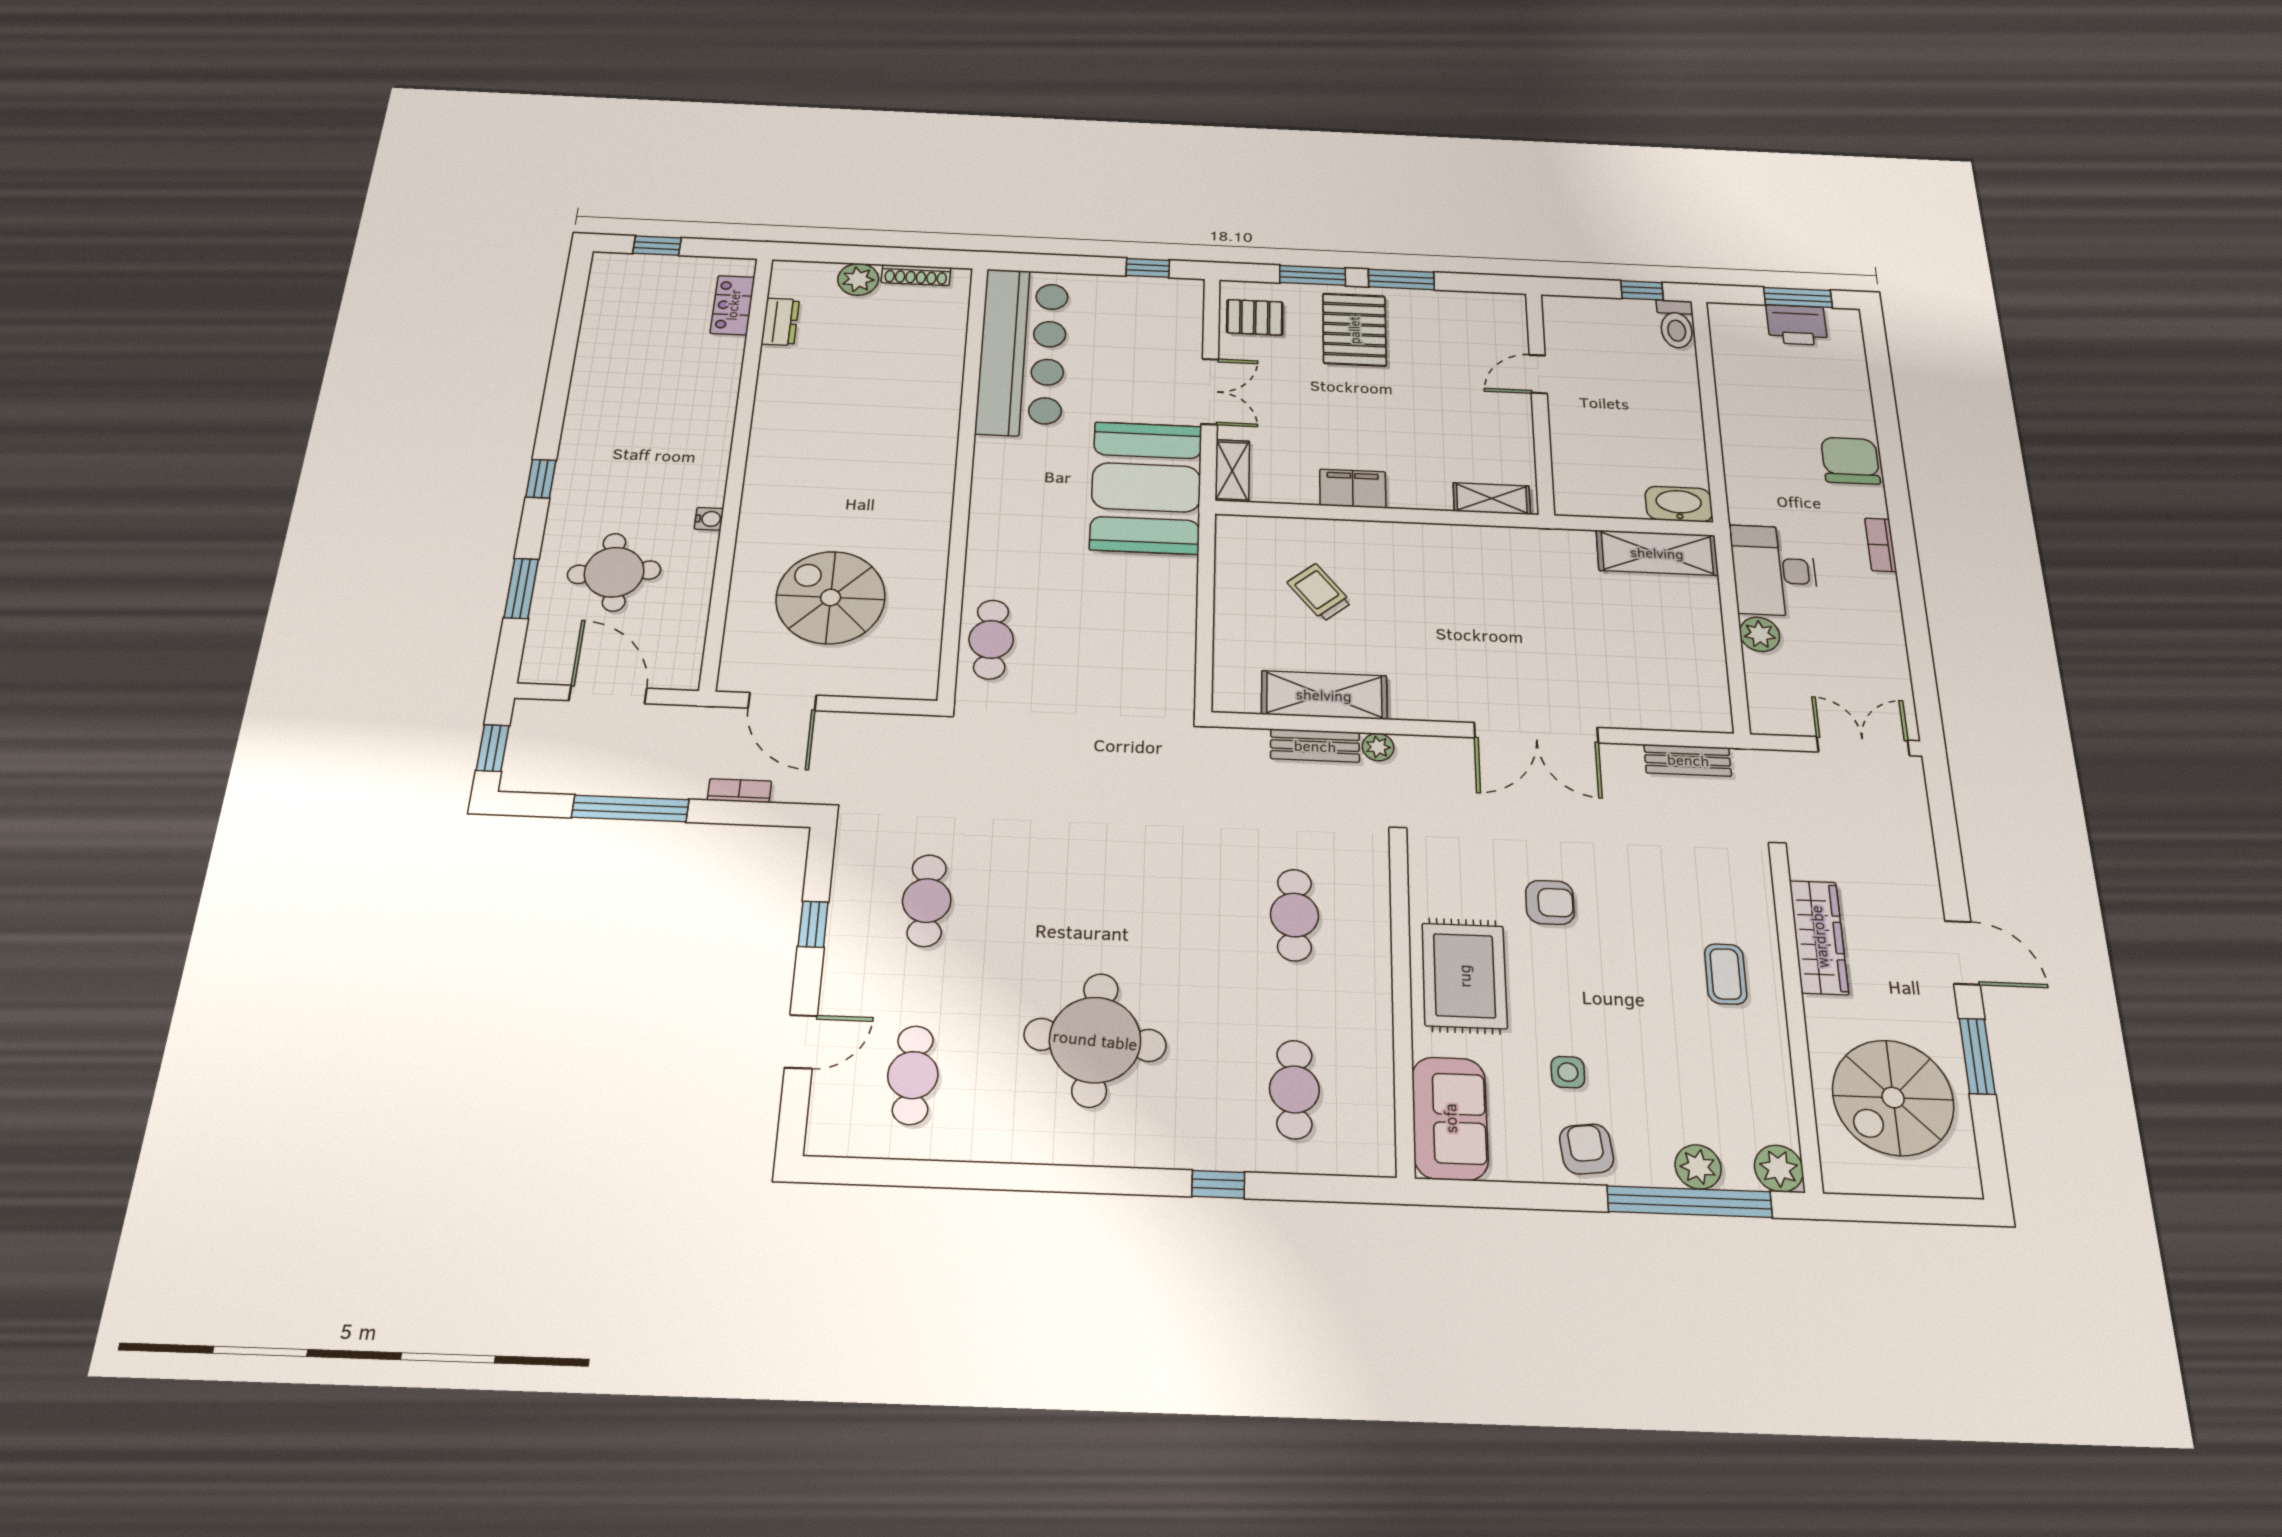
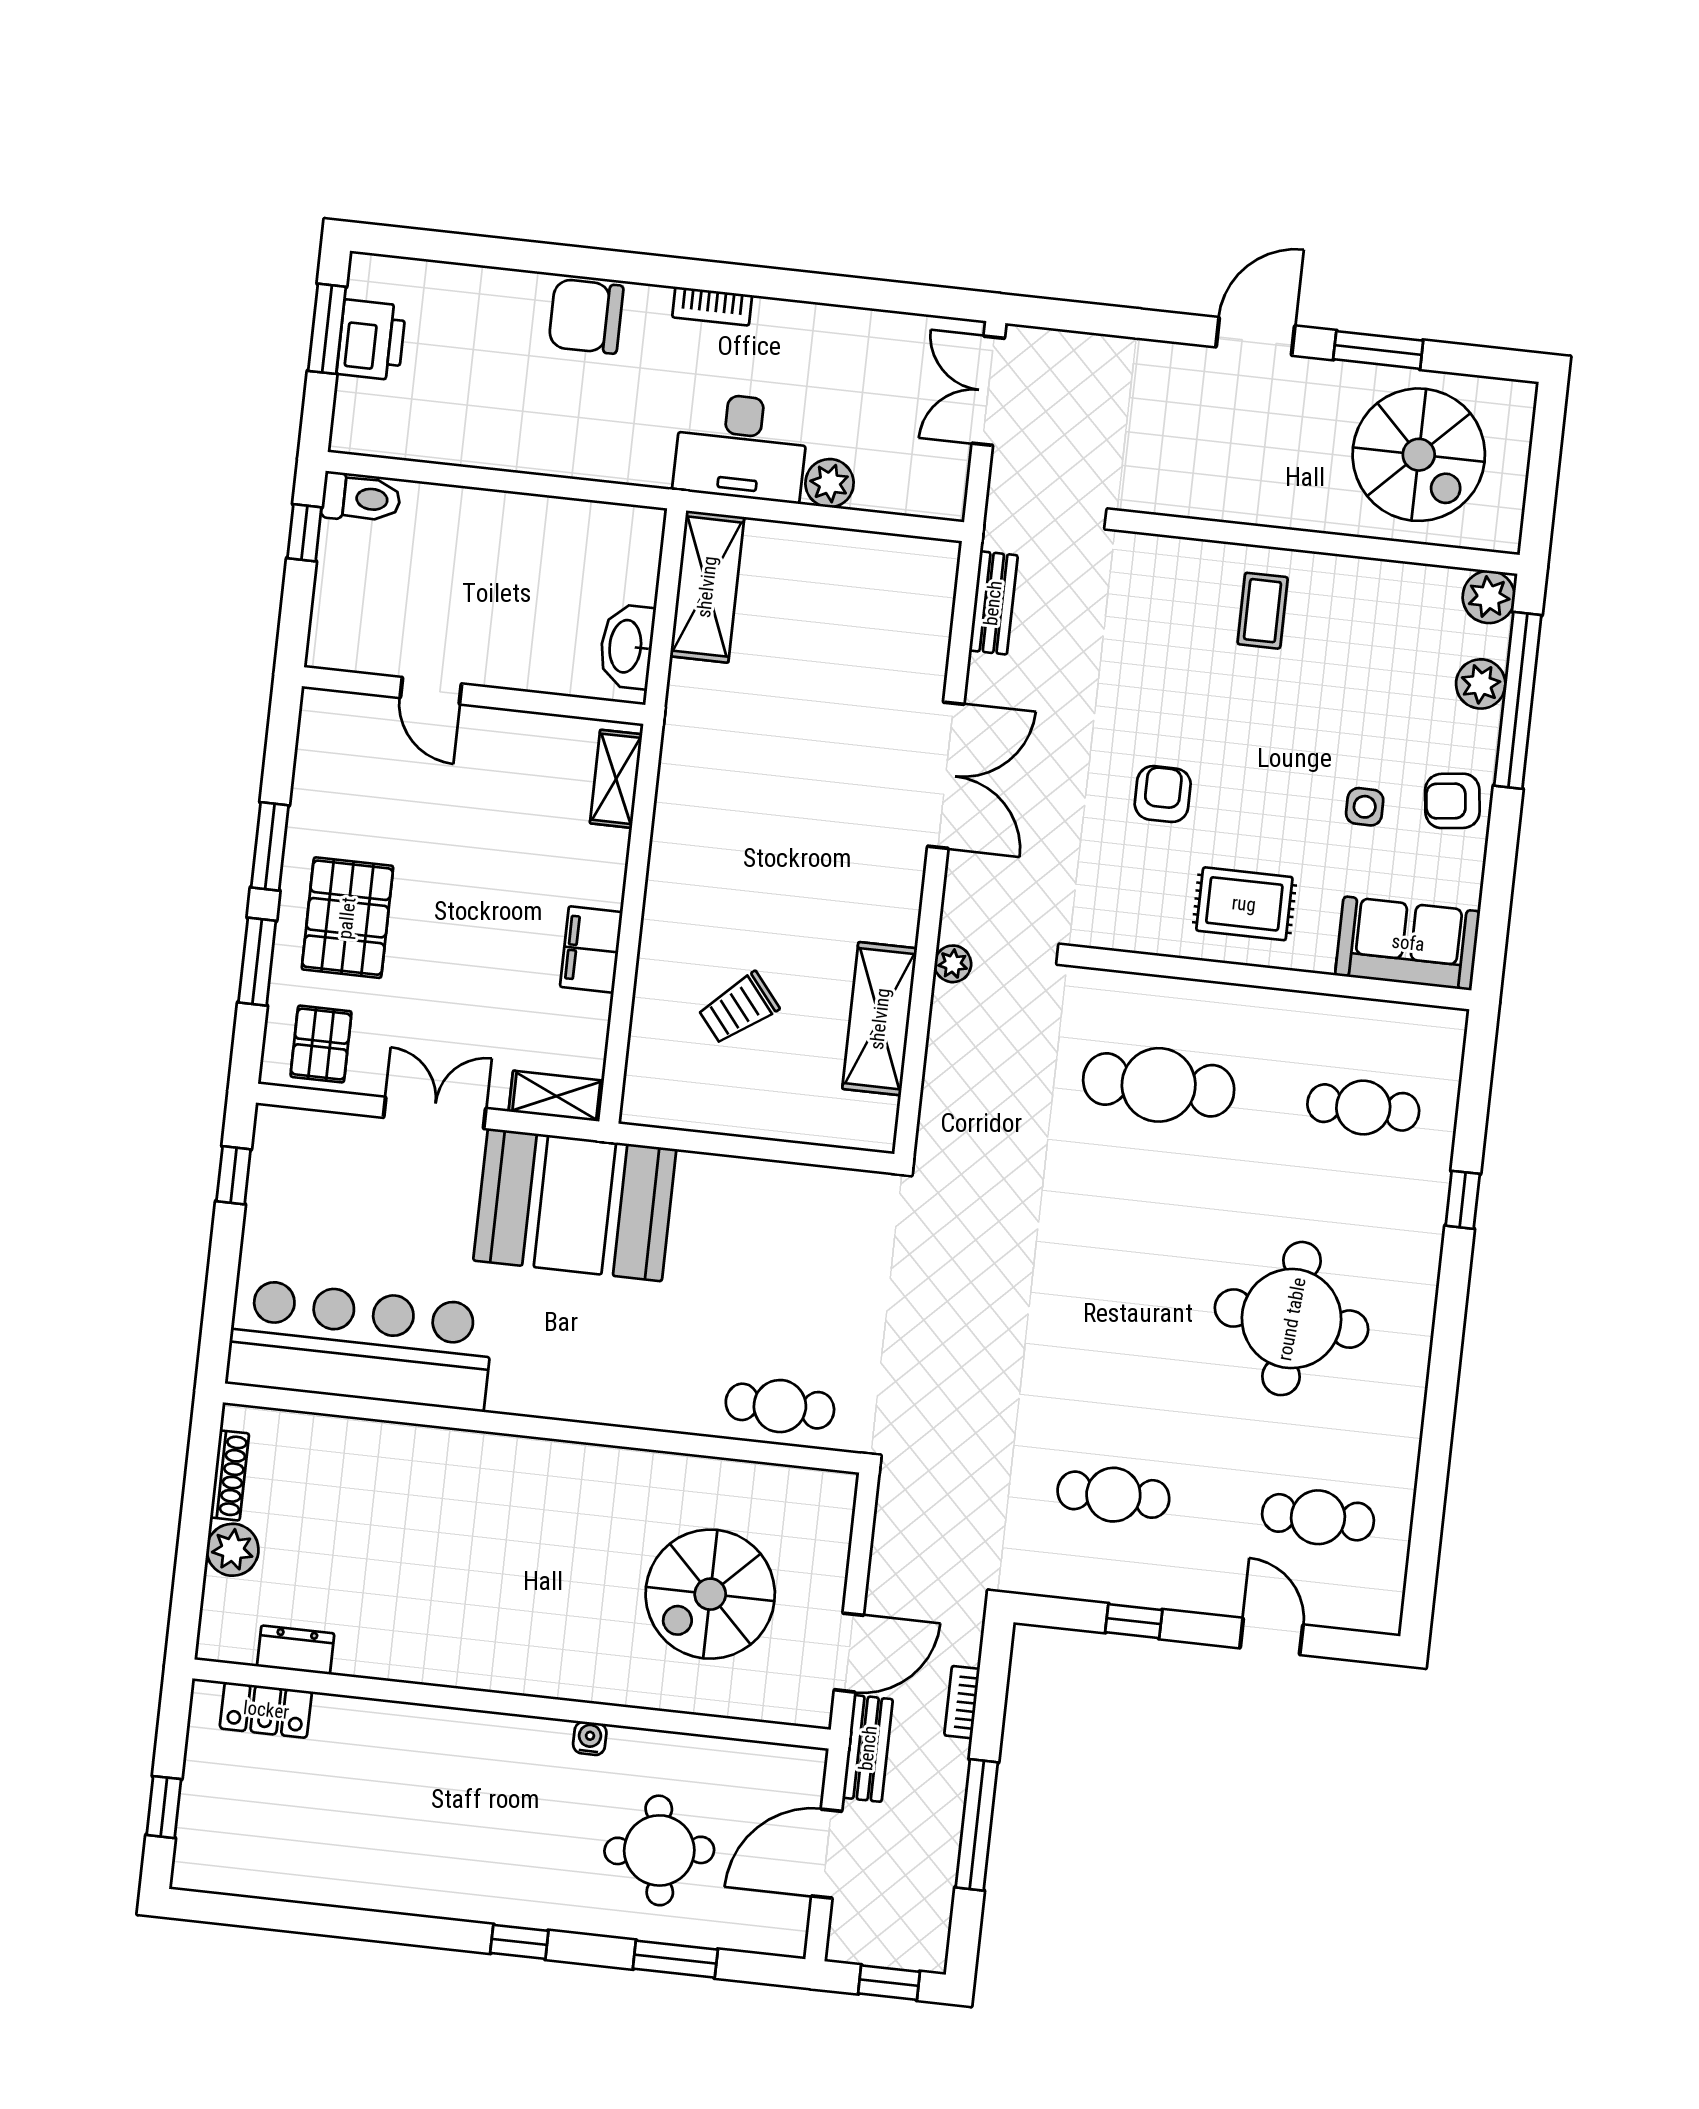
pallet: (1354, 330) -> (347, 918), turned 90
washbasin: (1679, 504) -> (627, 646), moved
bench: (1315, 746) -> (868, 1748), moved
cafe table: (1294, 915) -> (1159, 1085), width x1.37, depth x1.35
wardrobe: (1819, 937) -> (1226, 496), removed
coffee table: (1726, 974) -> (1263, 611), turned 90
rug: (1464, 976) -> (1244, 904), width x0.73, depth x0.70

